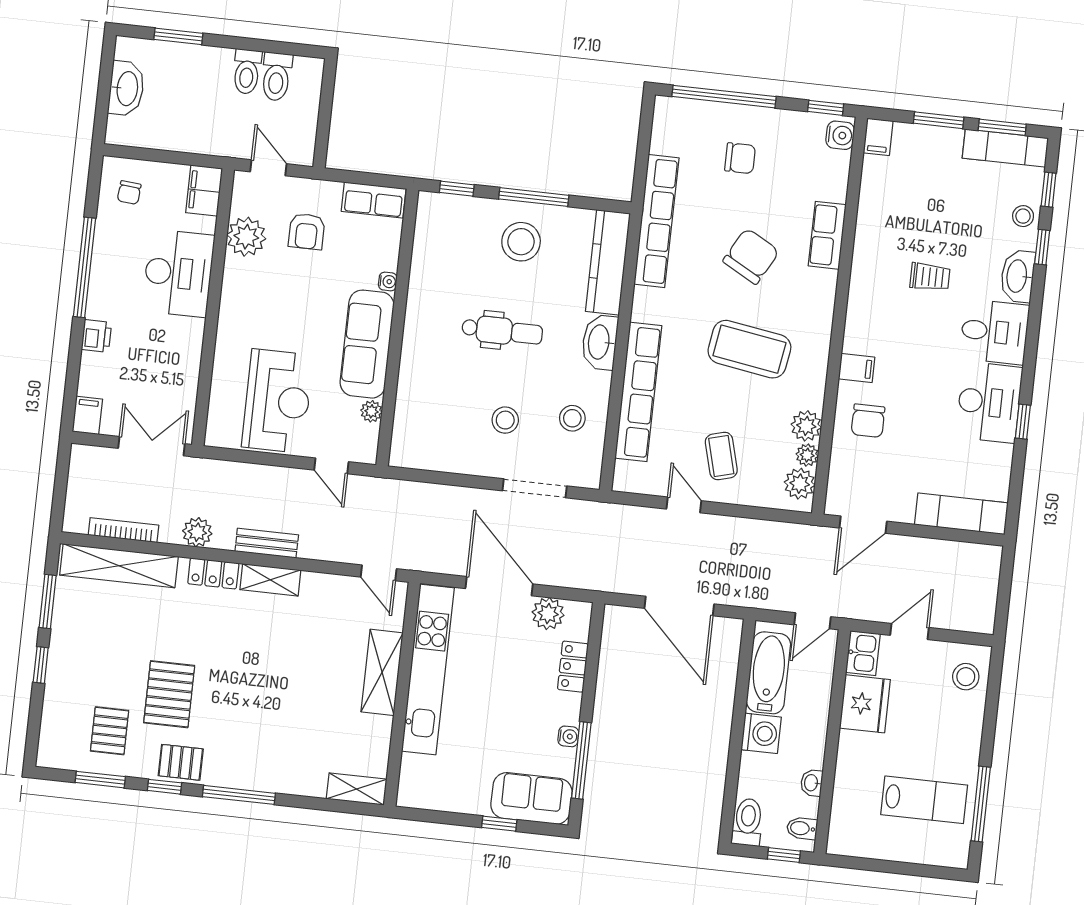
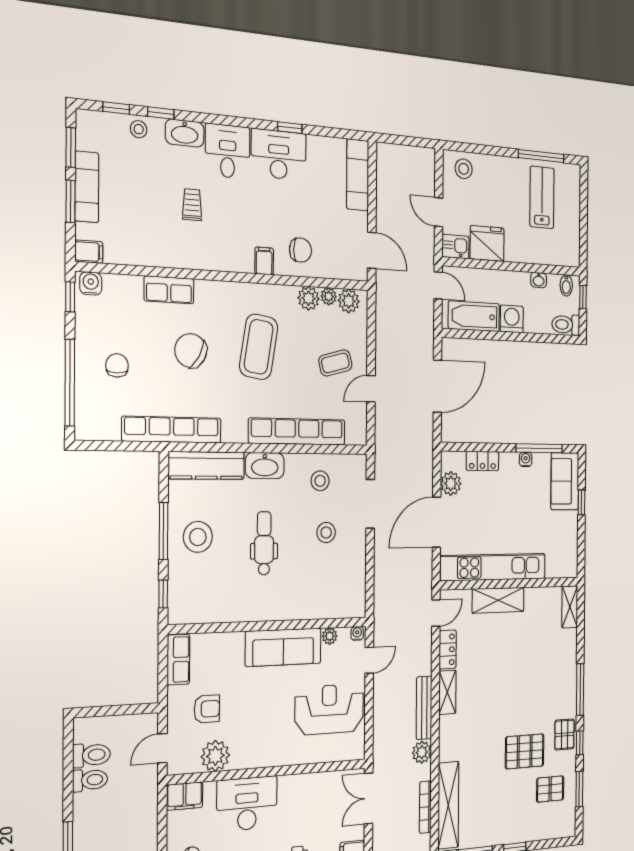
exam couch: (1005, 148) -> (87, 187), moved
water cooler: (388, 281) -> (357, 633), moved
bench: (267, 543) -> (424, 708), width x1.36
locker: (213, 573) -> (448, 649), moved

